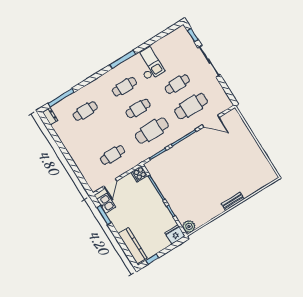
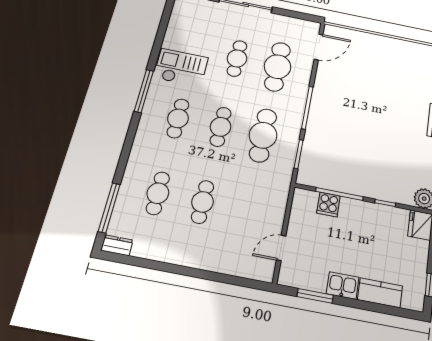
door: (211, 121) -> (319, 47), moved
cafe table: (113, 155) -> (203, 202), moved
cooker: (139, 174) -> (328, 204), moved
door: (110, 184) -> (281, 248), swing flipped
kitchen sink: (106, 203) -> (343, 285), moved
kitchen counter: (133, 246) -> (380, 293), width x0.67

